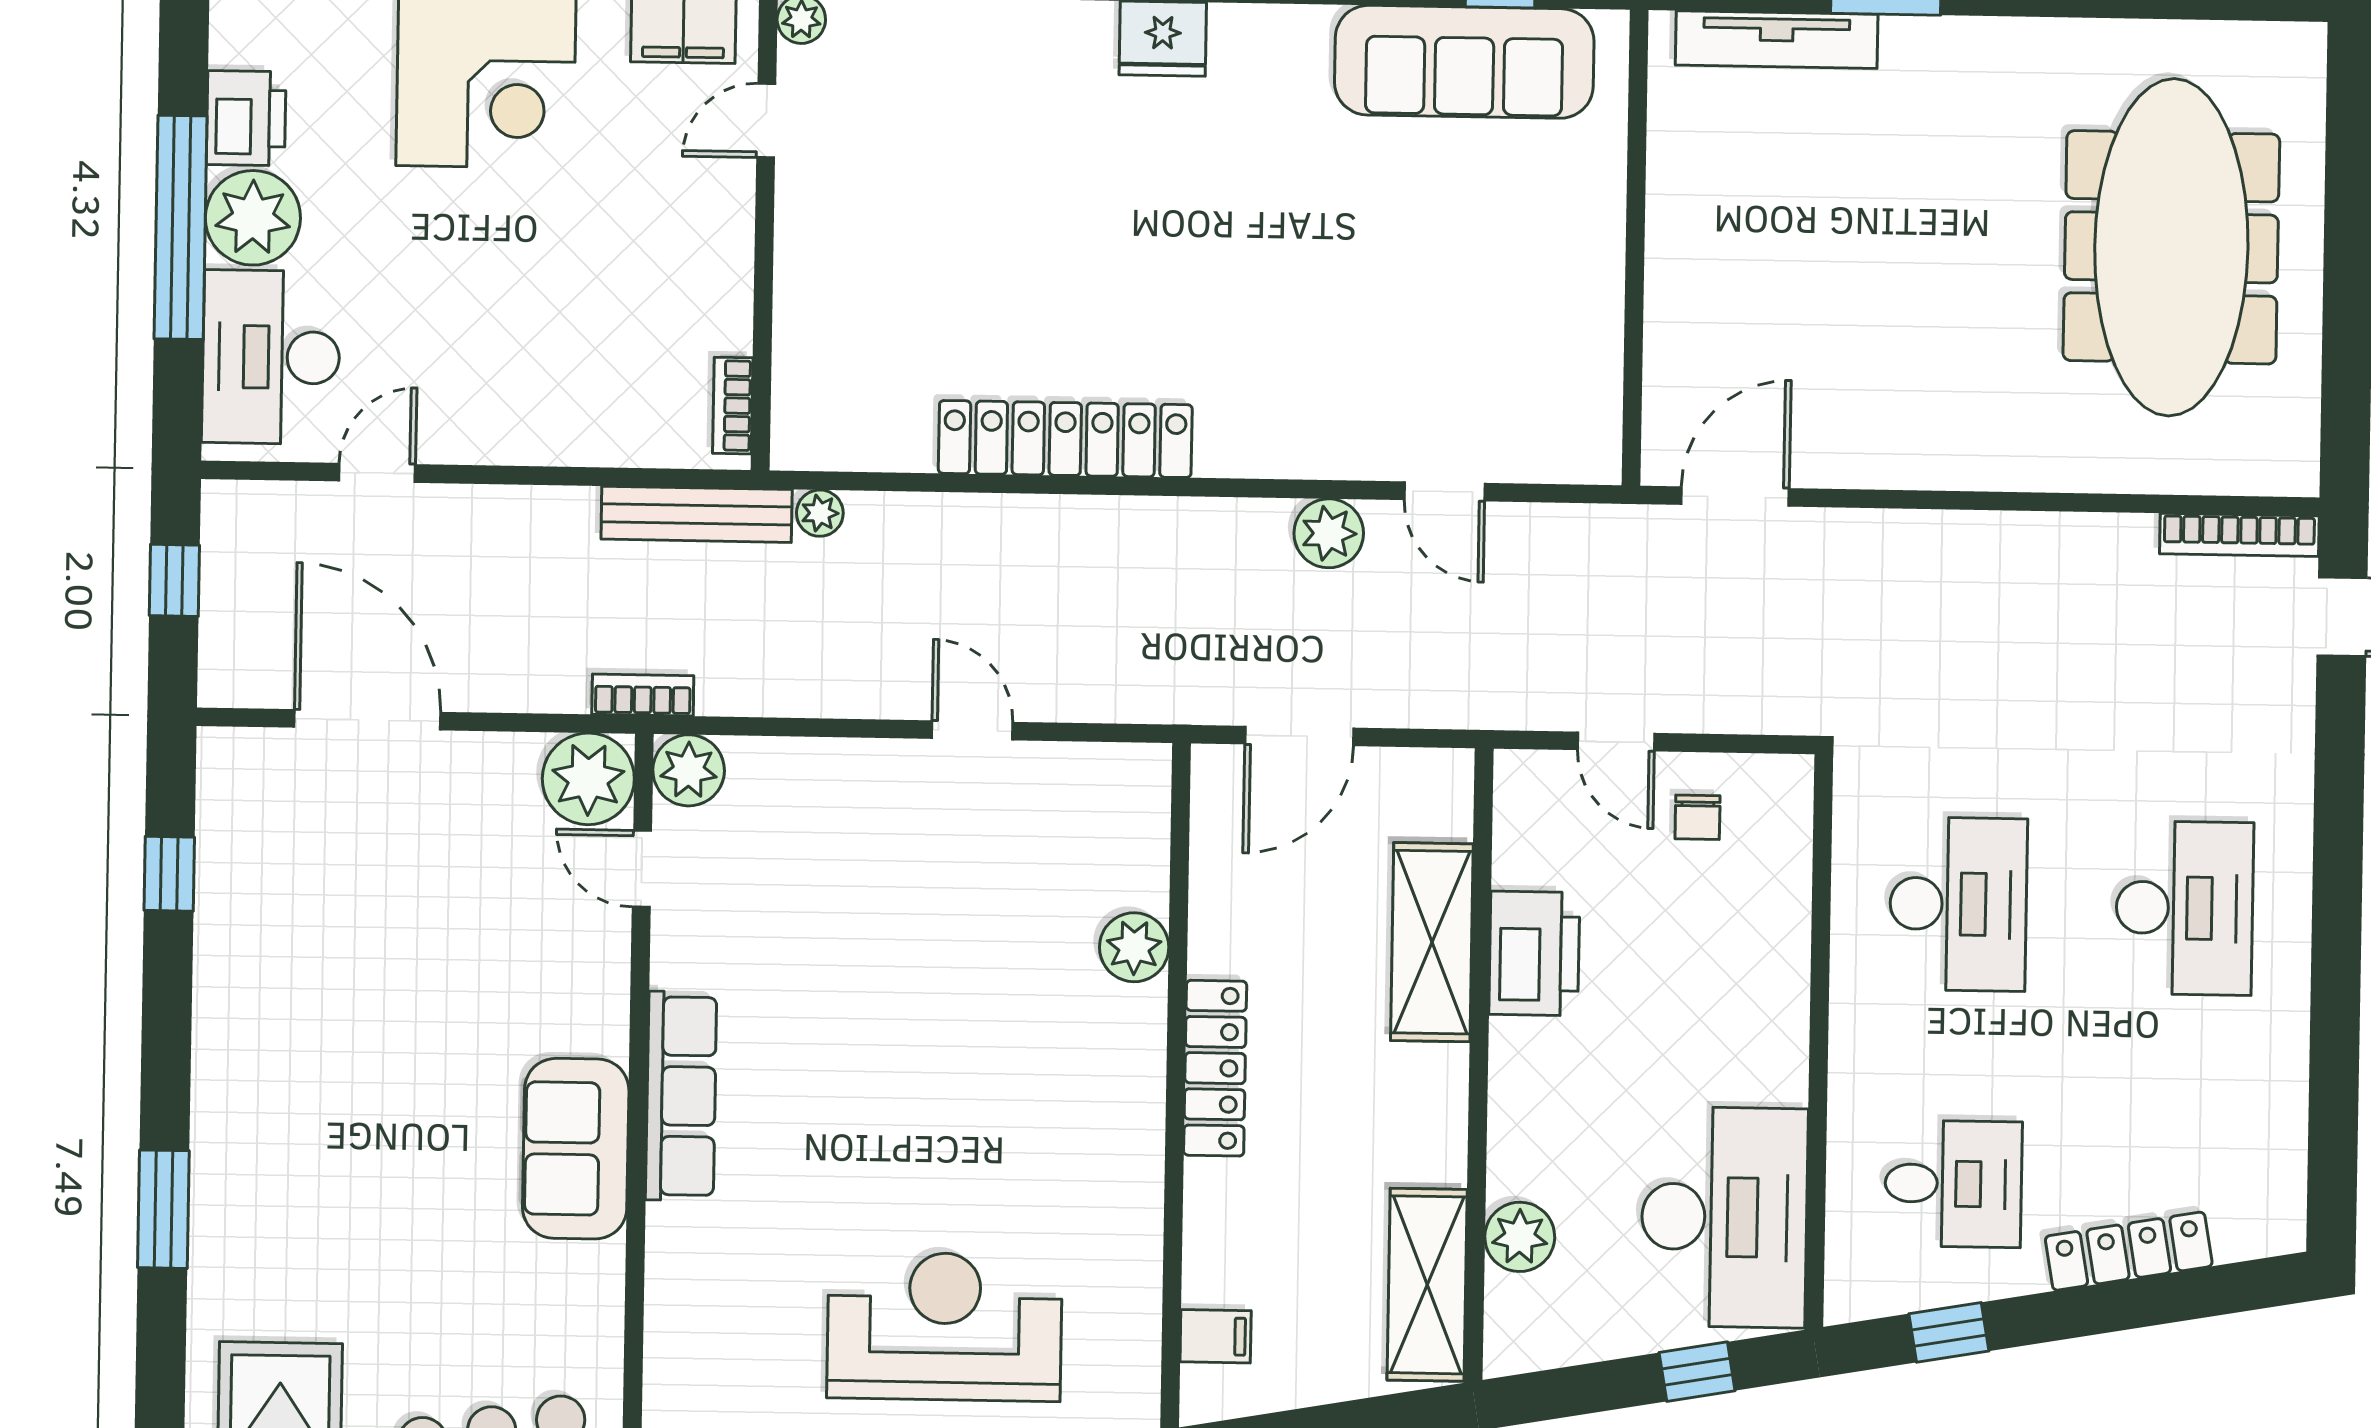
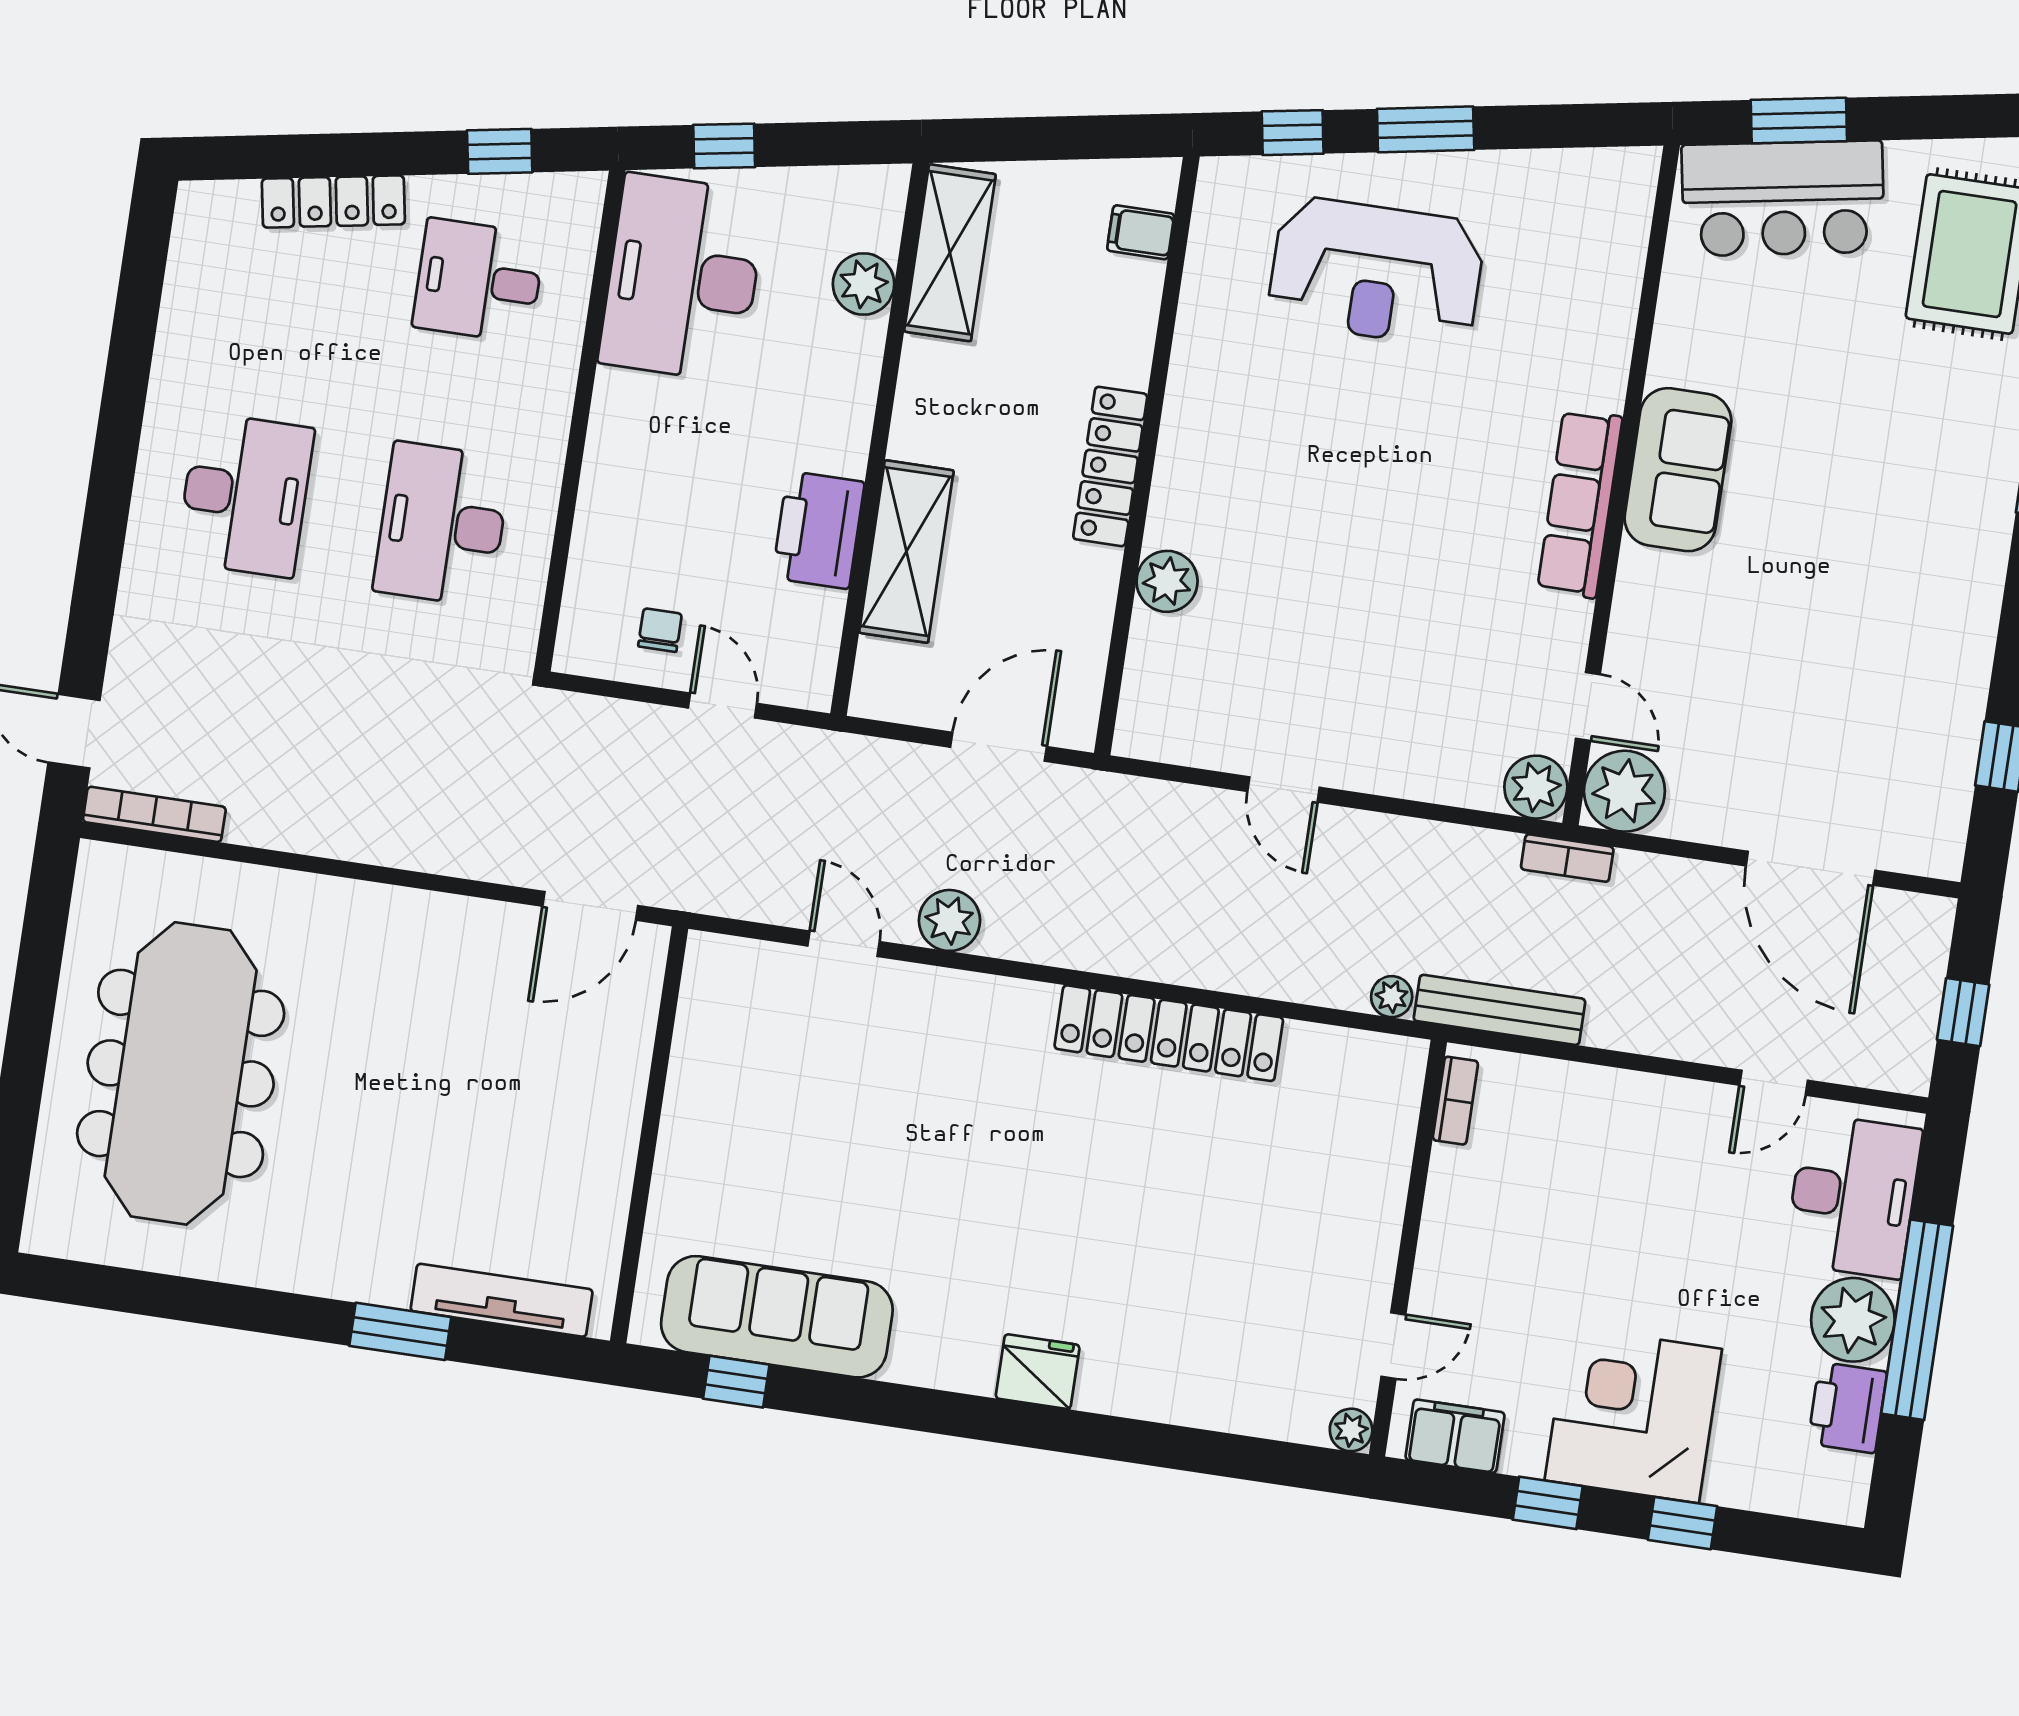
desk: (2184, 908) -> (245, 495), turned 180

